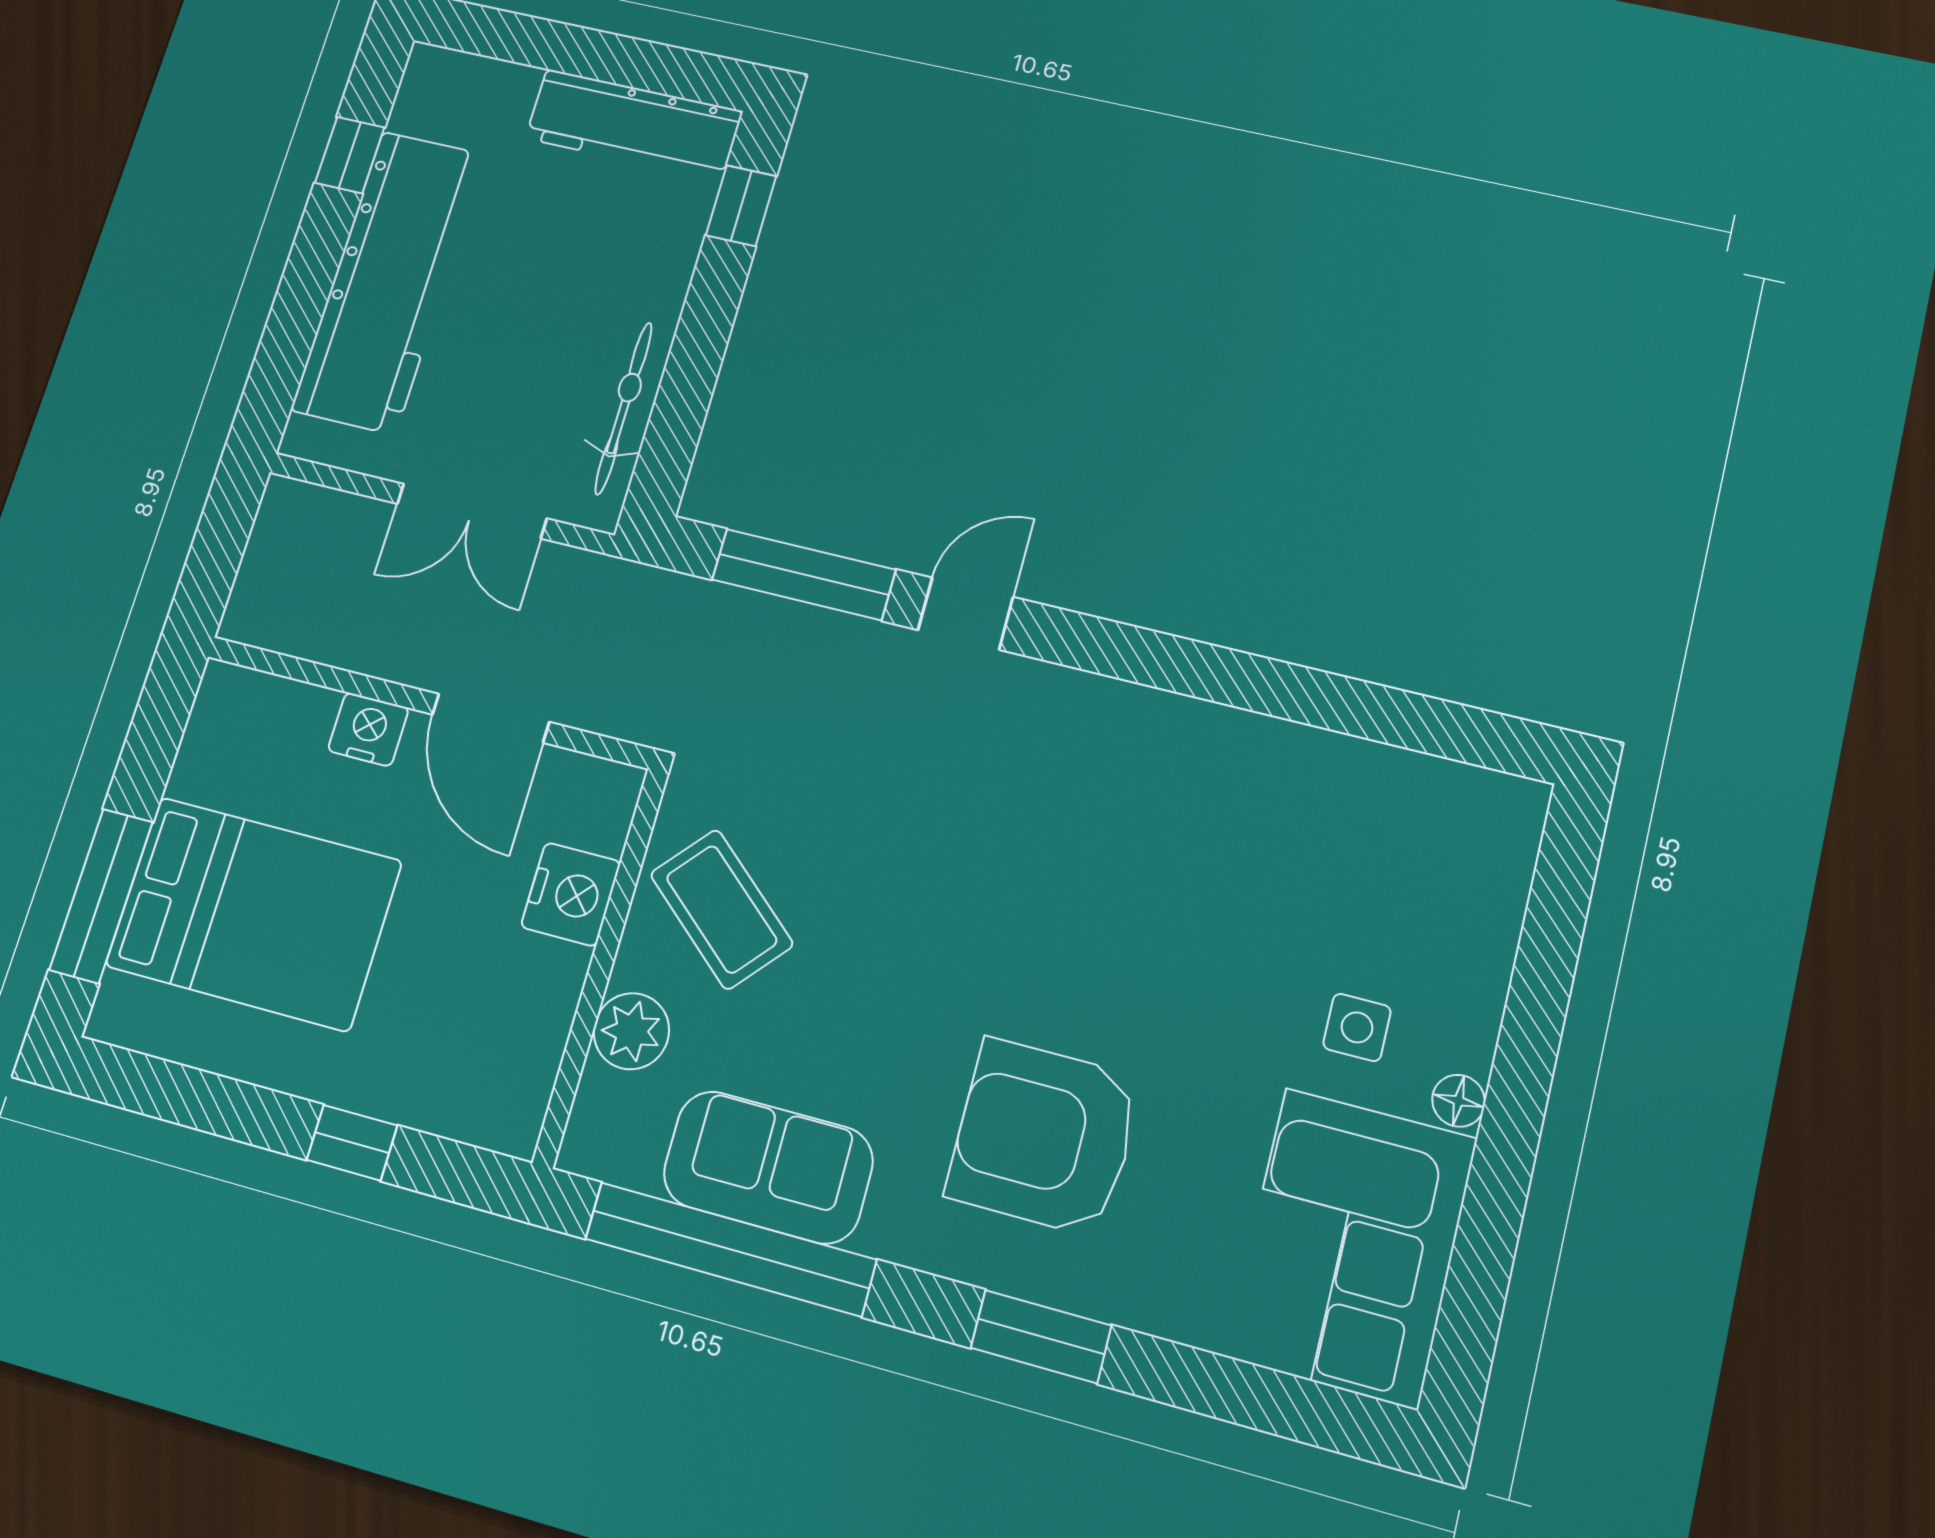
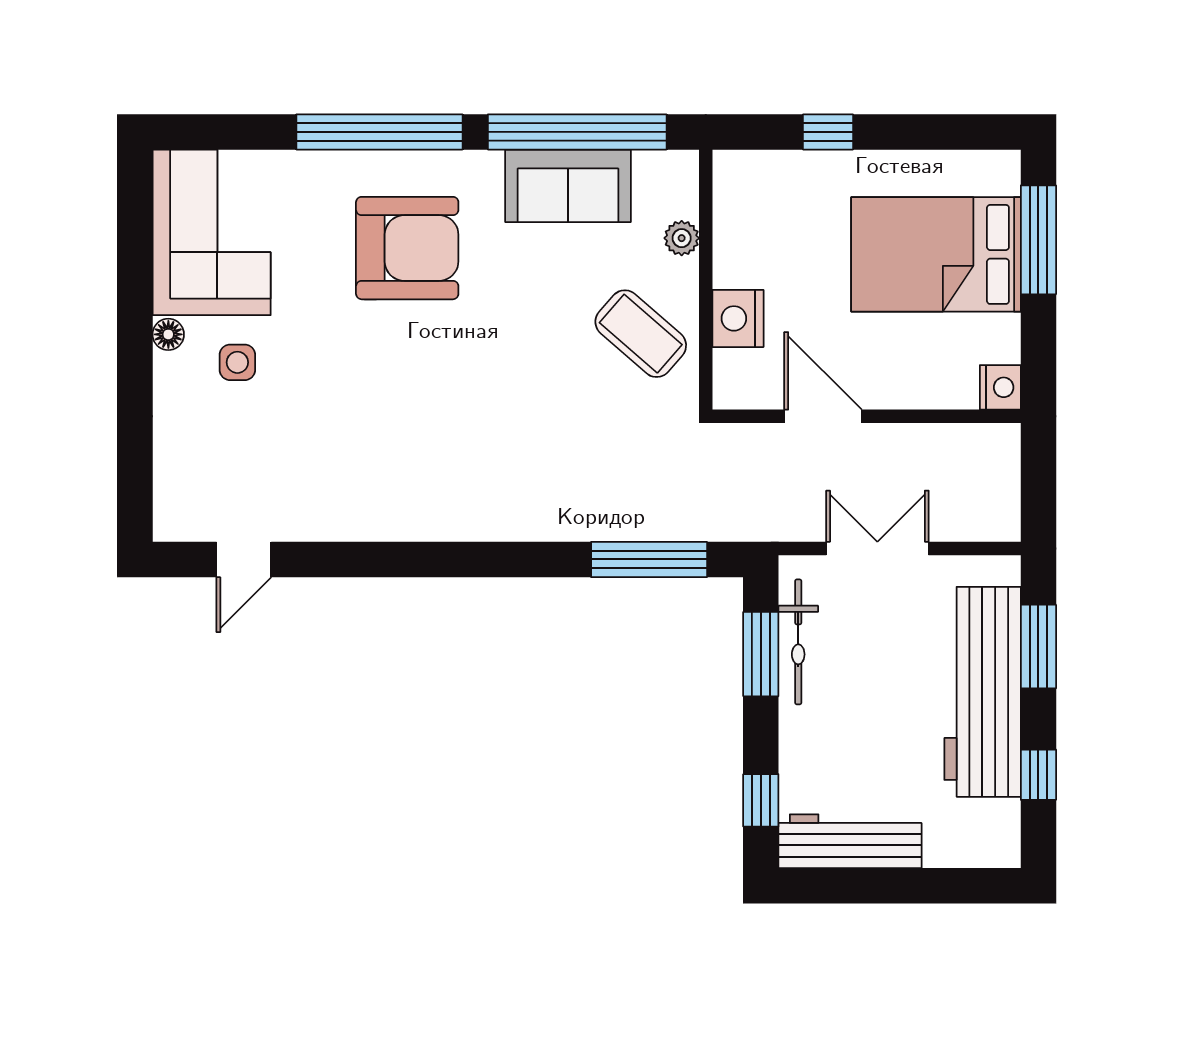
window: (293, 324) -> (1038, 647), added
window: (682, 404) -> (761, 654), added
door: (966, 614) -> (244, 559), moved
nightstand: (368, 729) -> (1000, 387), moved, turned -90
plant: (631, 1031) -> (682, 238), width x0.73, depth x0.73
window: (1041, 1337) -> (379, 132), width x2.11

